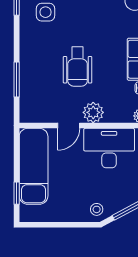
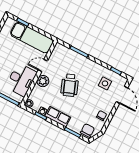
wheelchair: (78, 67) -> (70, 85), turned -111
door: (69, 125) -> (43, 65), hinge flipped

